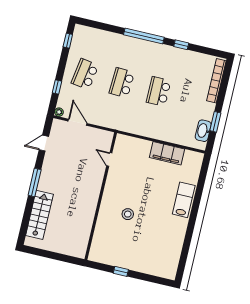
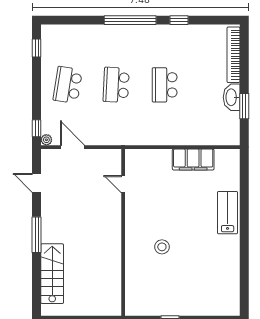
window: (57, 87) -> (37, 128), moved
washbasin: (203, 131) -> (232, 97), moved
door: (44, 143) -> (37, 183), hinge flipped

